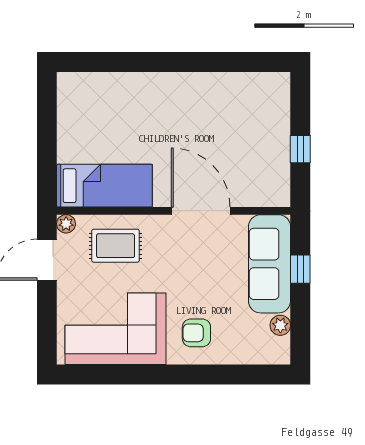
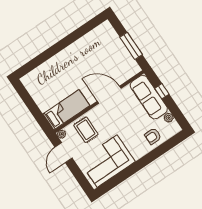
window: (300, 149) -> (131, 46), width x2.17
rug: (116, 246) -> (86, 130), turned 90
armchair: (196, 333) -> (153, 136), moved

